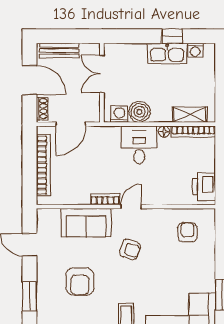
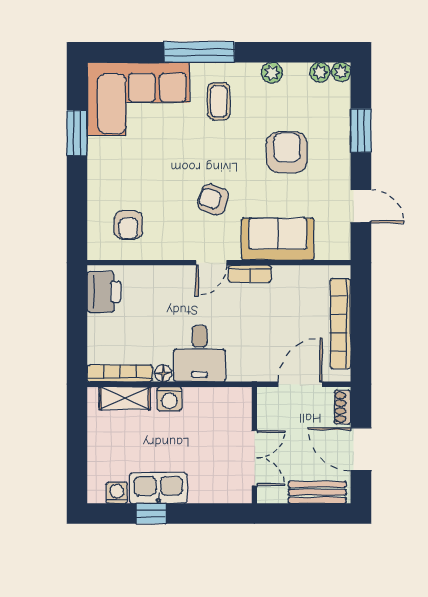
boiler: (139, 112) -> (199, 402), removed
washing machine: (119, 114) -> (170, 399), moved

